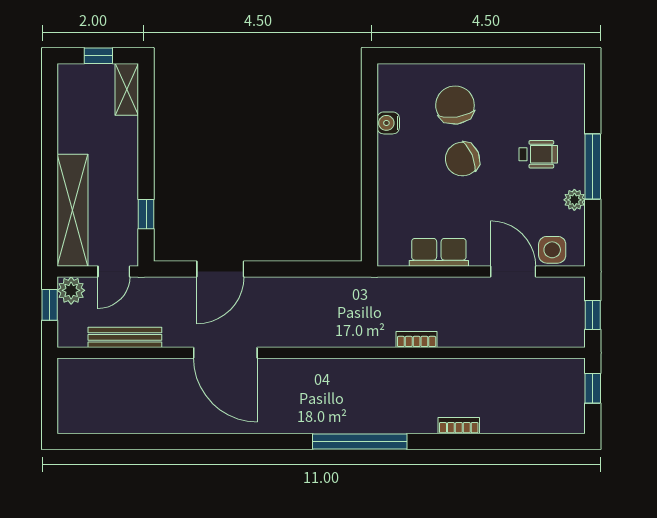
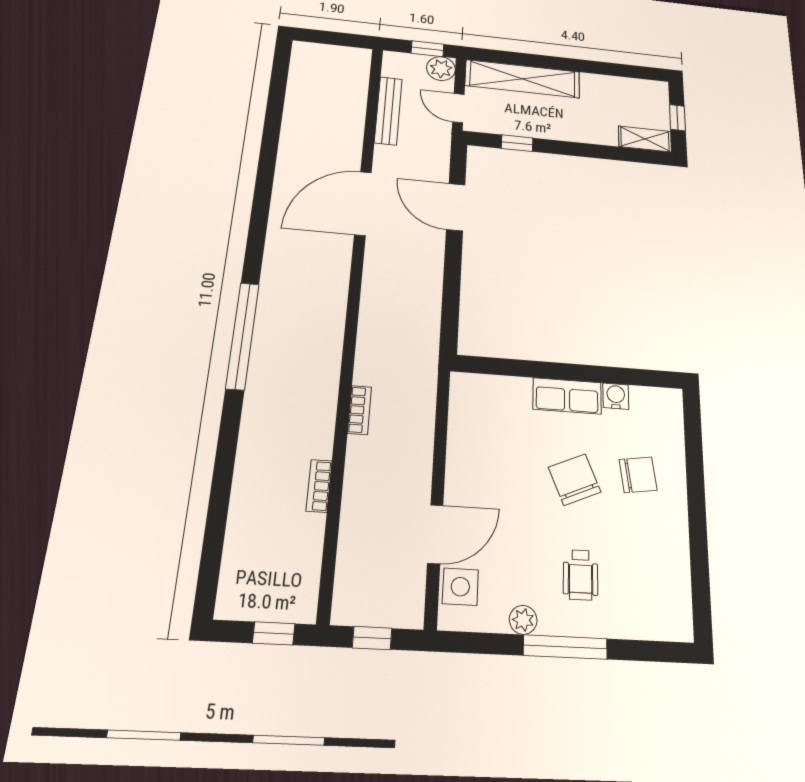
chair: (455, 105) -> (638, 475), width x0.73, depth x0.73
row of seats: (439, 252) -> (567, 396), moved, turned 90
bookcase: (459, 426) -> (319, 486), moved, turned 180

